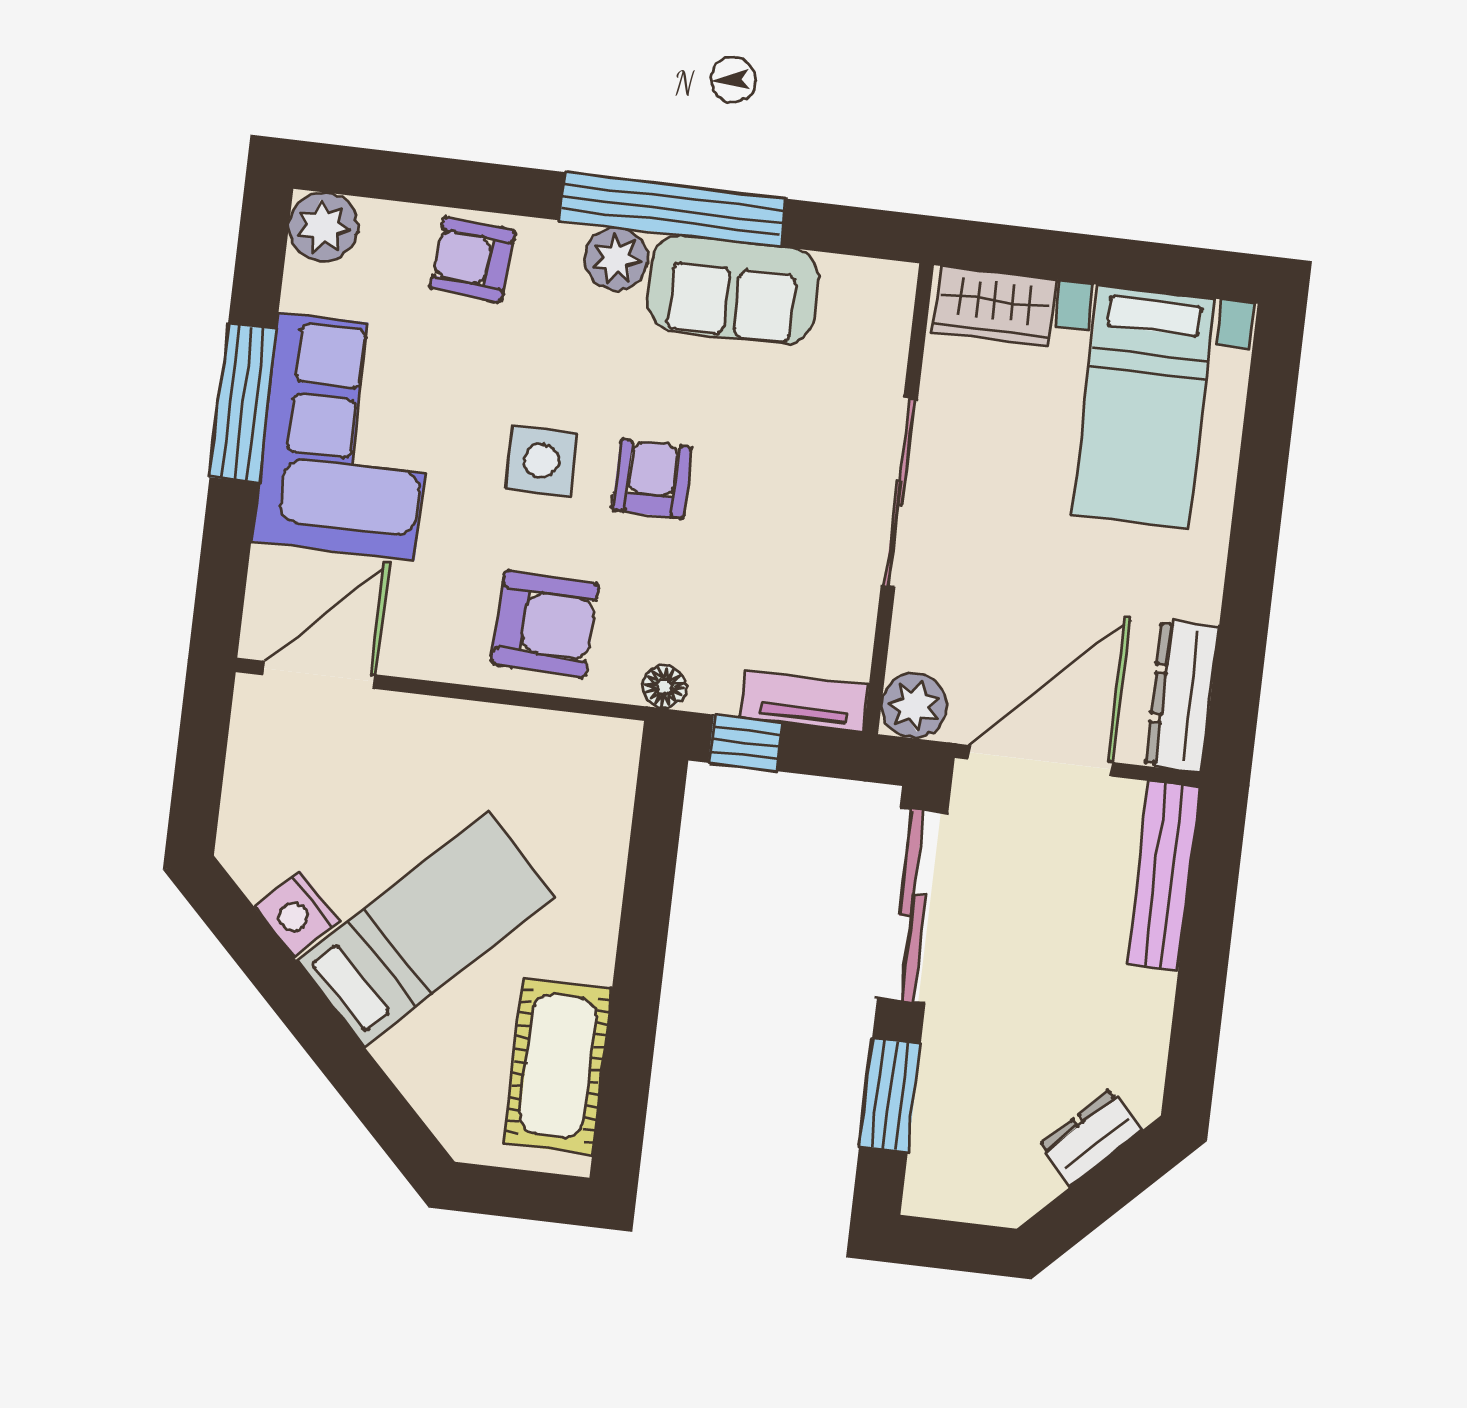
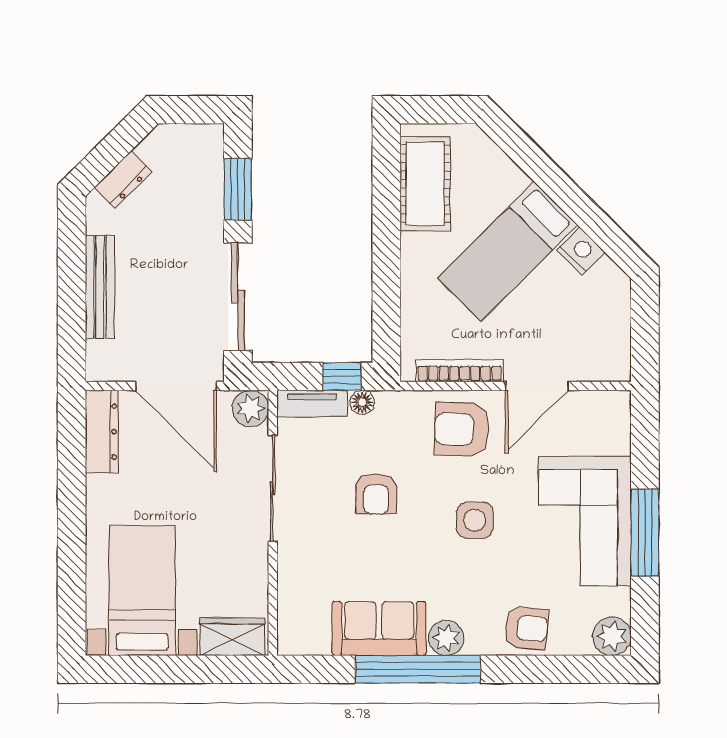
armchair: (652, 479) -> (376, 494), moved
sliding door: (899, 492) -> (273, 488), moved
door: (319, 675) -> (537, 386), moved
floor lamp: (664, 687) -> (362, 402), moved
bookcase: (537, 728) -> (460, 371), added
door: (1041, 761) -> (176, 386), hinge flipped
bench: (1163, 876) -> (100, 287), moved

